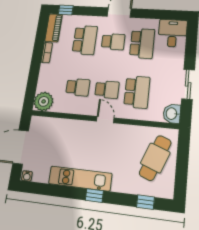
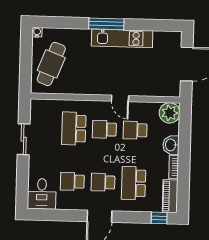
school desk: (142, 43) -> (72, 181), width x0.54
washbasin: (172, 114) -> (171, 145), moved, turned 180
door: (105, 120) -> (120, 98), moved
water cooler: (27, 176) -> (37, 32), moved
window: (94, 195) -> (106, 24), width x2.17
window: (145, 202) -> (58, 22), removed

